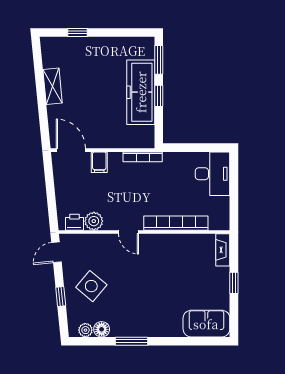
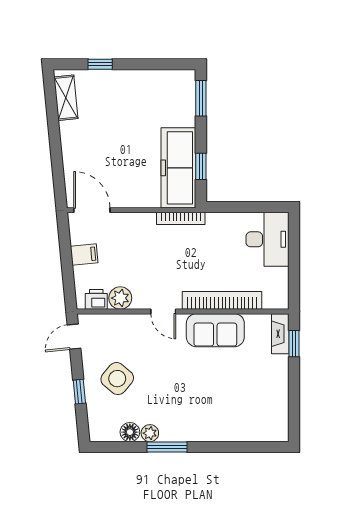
shelving: (53, 86) -> (66, 98), moved
freezer: (141, 92) -> (178, 168), moved
window: (159, 96) -> (201, 166), moved
filing cabinet: (99, 162) -> (84, 255), moved, turned -96
window: (234, 283) -> (294, 344), moved
sofa: (206, 324) -> (215, 330), moved, turned 180
plant: (85, 330) -> (150, 433), moved

